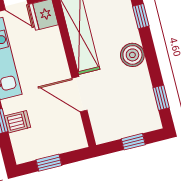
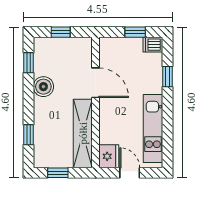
boiler: (132, 55) -> (43, 87), moved
dishwasher: (17, 122) -> (153, 45), moved

